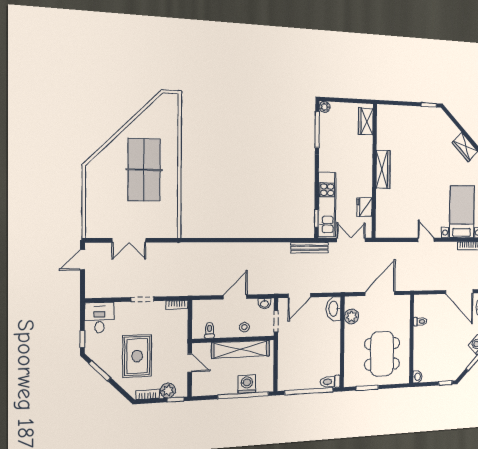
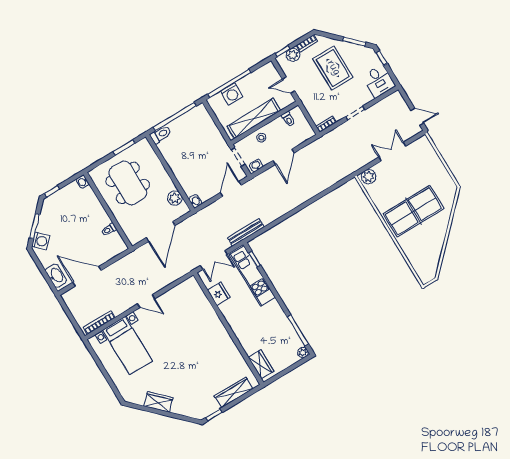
wardrobe: (383, 169) -> (234, 392), moved, turned 90
table tennis table: (144, 170) -> (414, 211), turned 90
plant: (167, 230) -> (369, 177), added
door: (82, 260) -> (417, 117), hinge flipped
washbasin: (334, 309) -> (195, 201), width x0.52, depth x0.69

